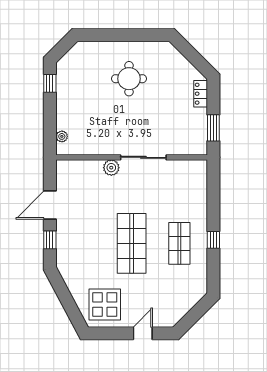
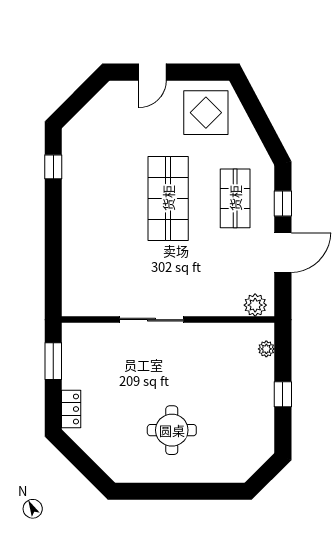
window: (50, 83) -> (283, 394), moved
plant: (111, 168) -> (255, 305), moved
window: (213, 240) -> (53, 167), moved
shop shelf: (179, 243) -> (235, 198), moved

